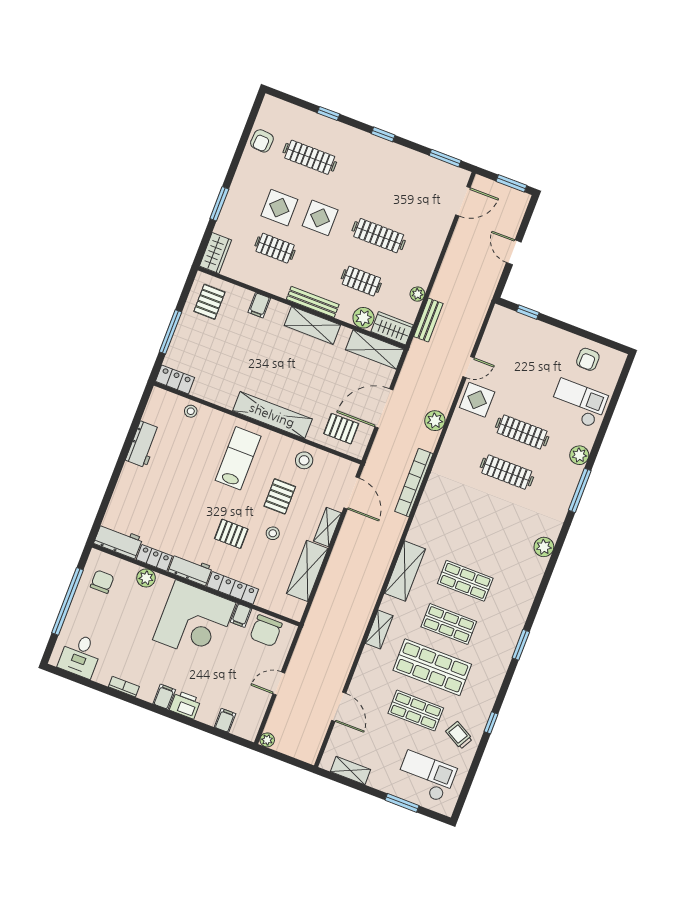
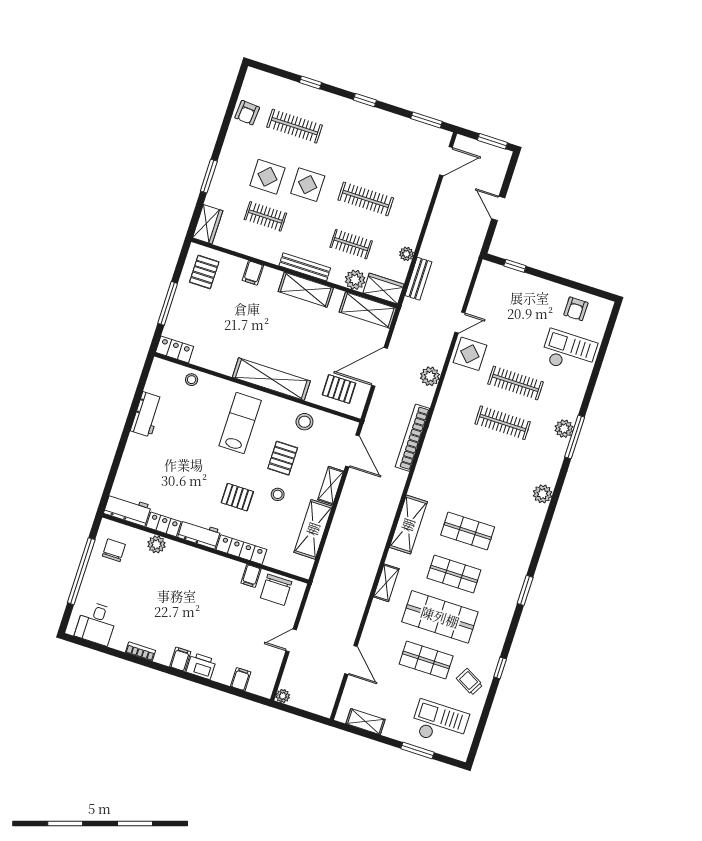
plant: (579, 455) -> (564, 429), moved
corner desk: (194, 621) -> (206, 584), removed

